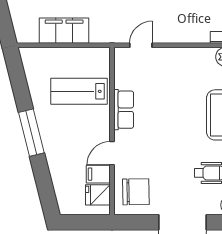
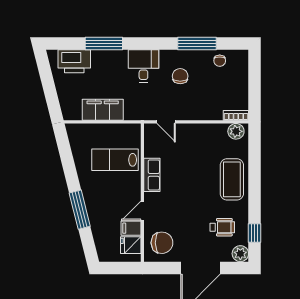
door: (141, 45) -> (166, 122), swing flipped
window: (31, 133) -> (80, 210), moved

